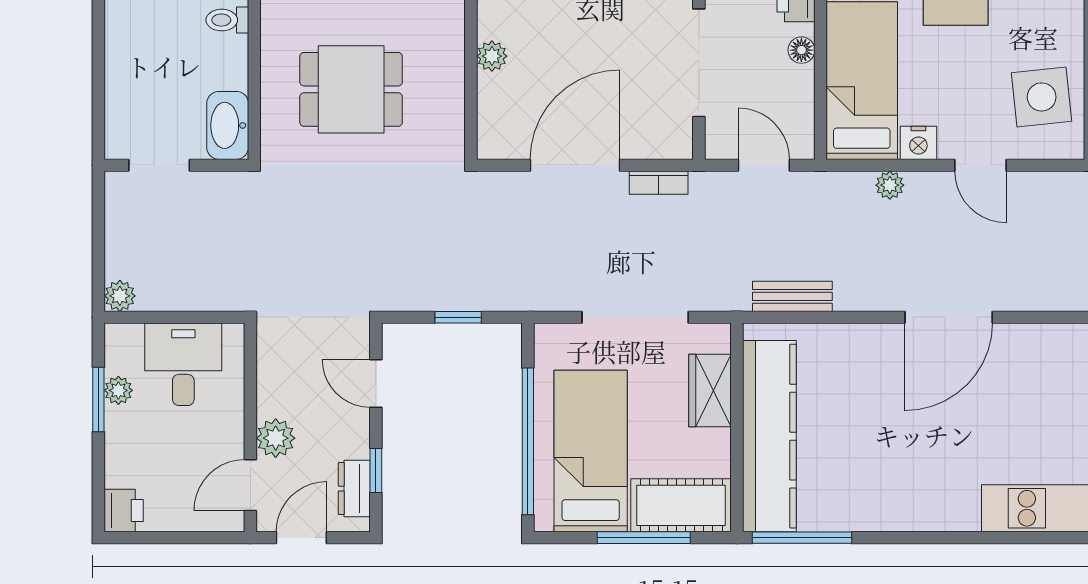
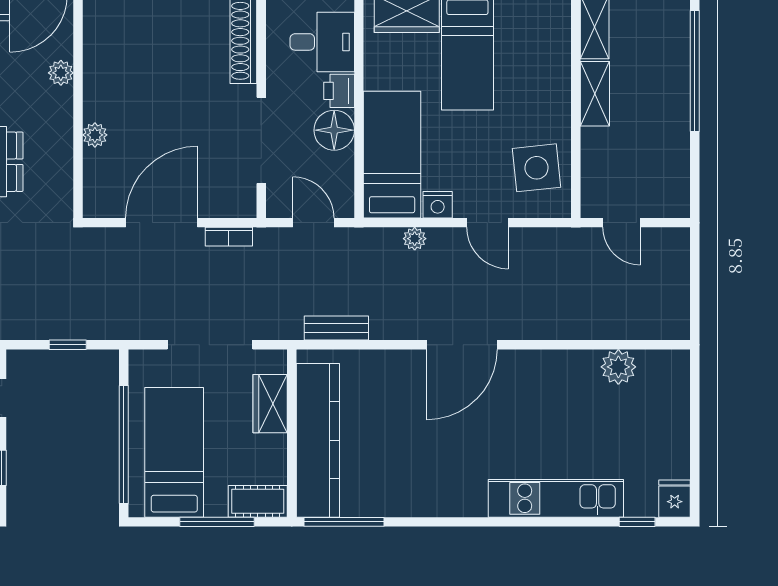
floor lamp: (801, 50) -> (334, 130), width x1.89, depth x1.89
cot: (681, 505) -> (258, 501), width x0.73, depth x0.75

